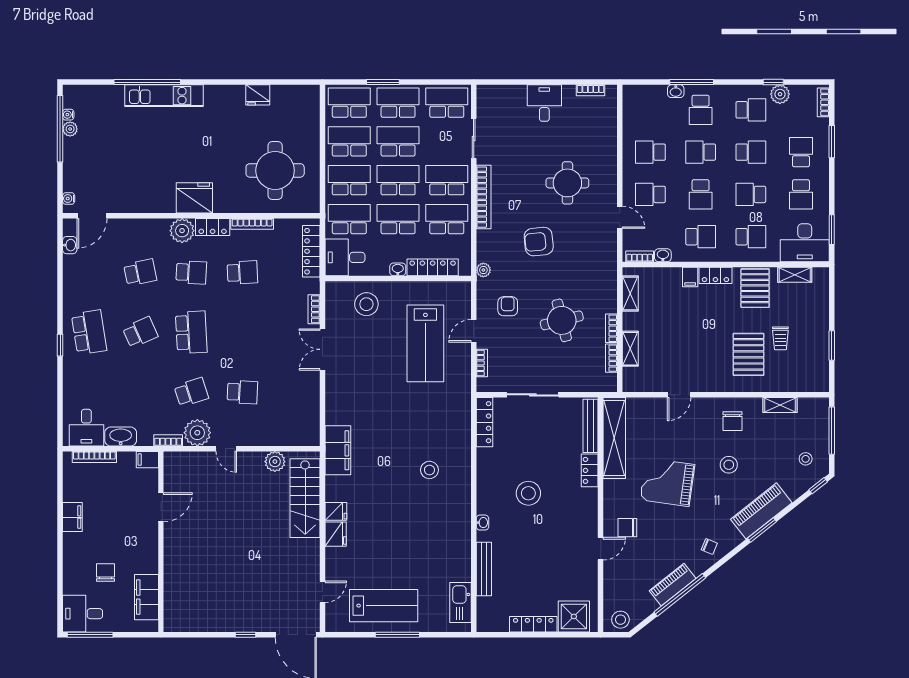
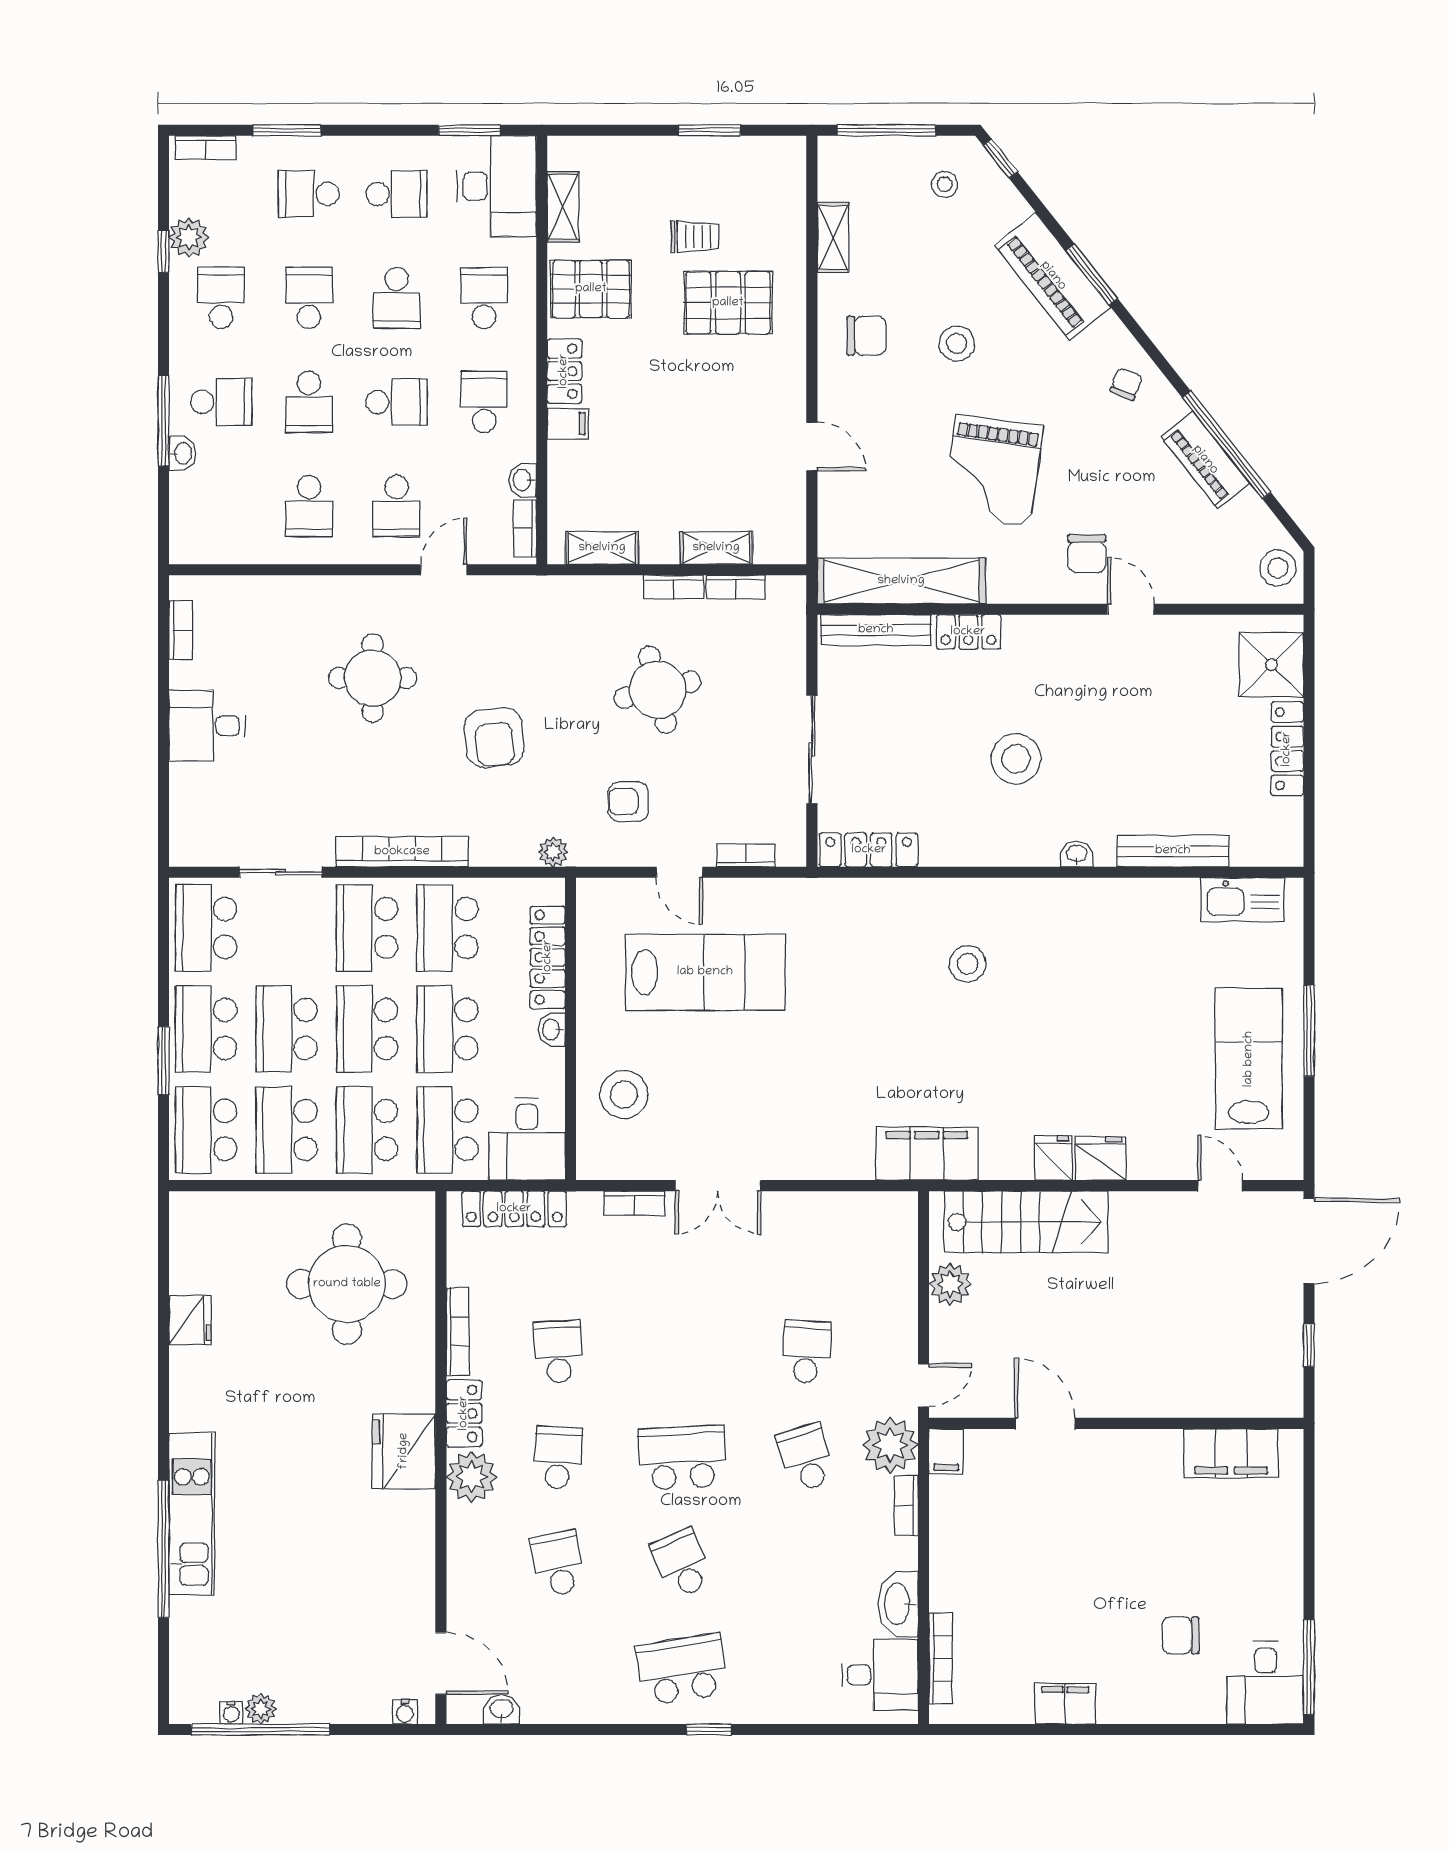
filing cabinet: (147, 460) -> (946, 1451), moved
door: (161, 507) -> (1045, 1423), moved
wall: (161, 542) -> (1116, 1423), moved
filing cabinet: (146, 597) -> (1231, 1453), moved

